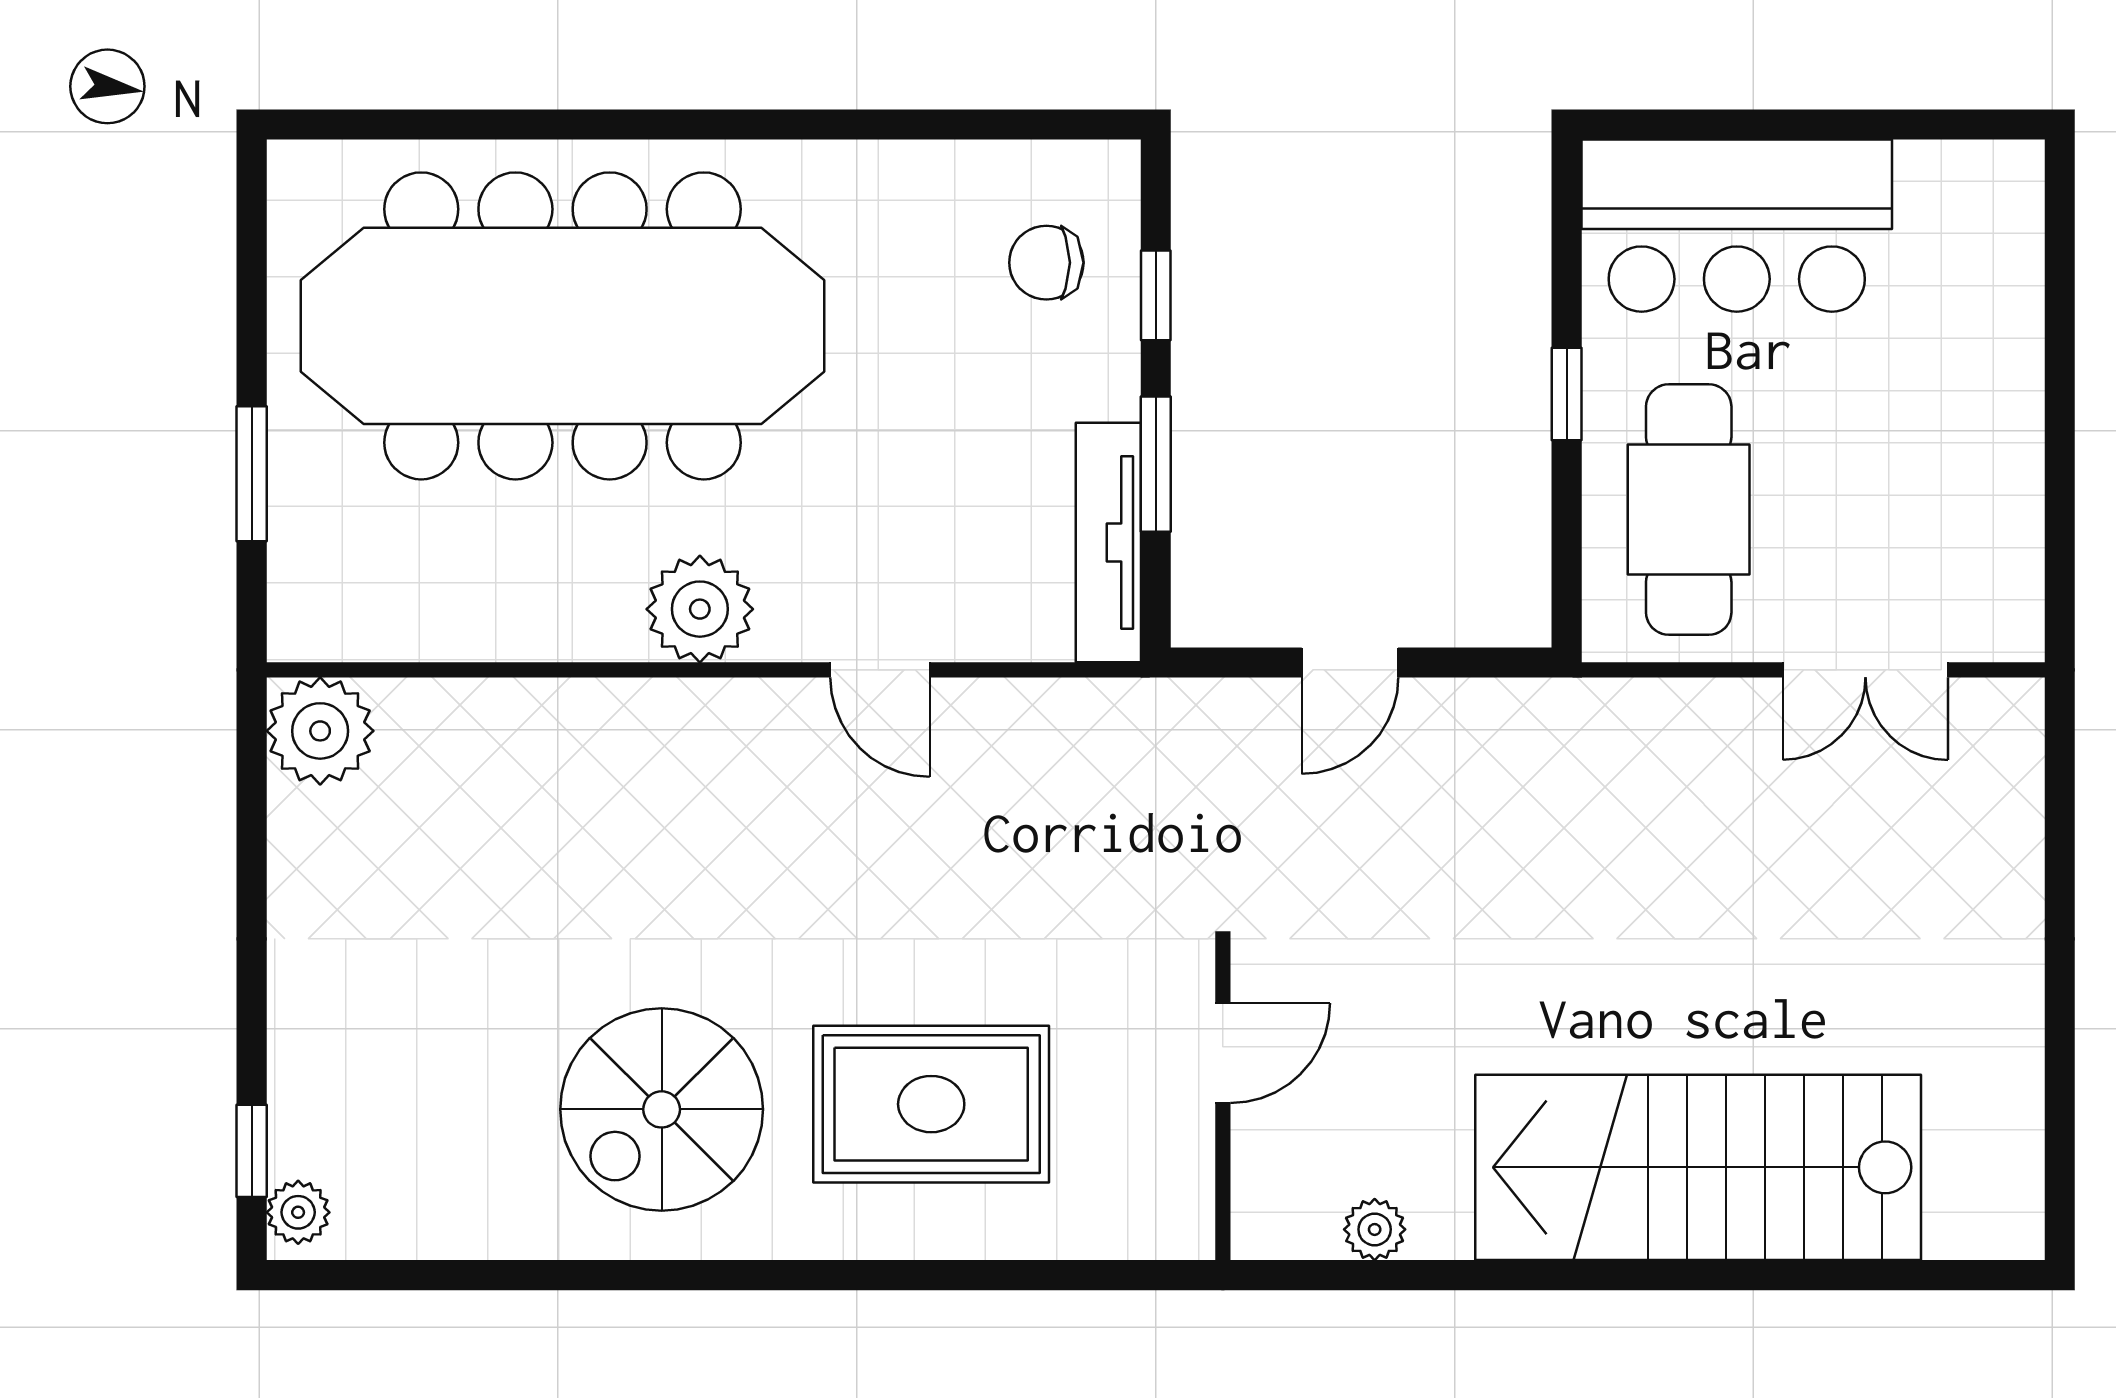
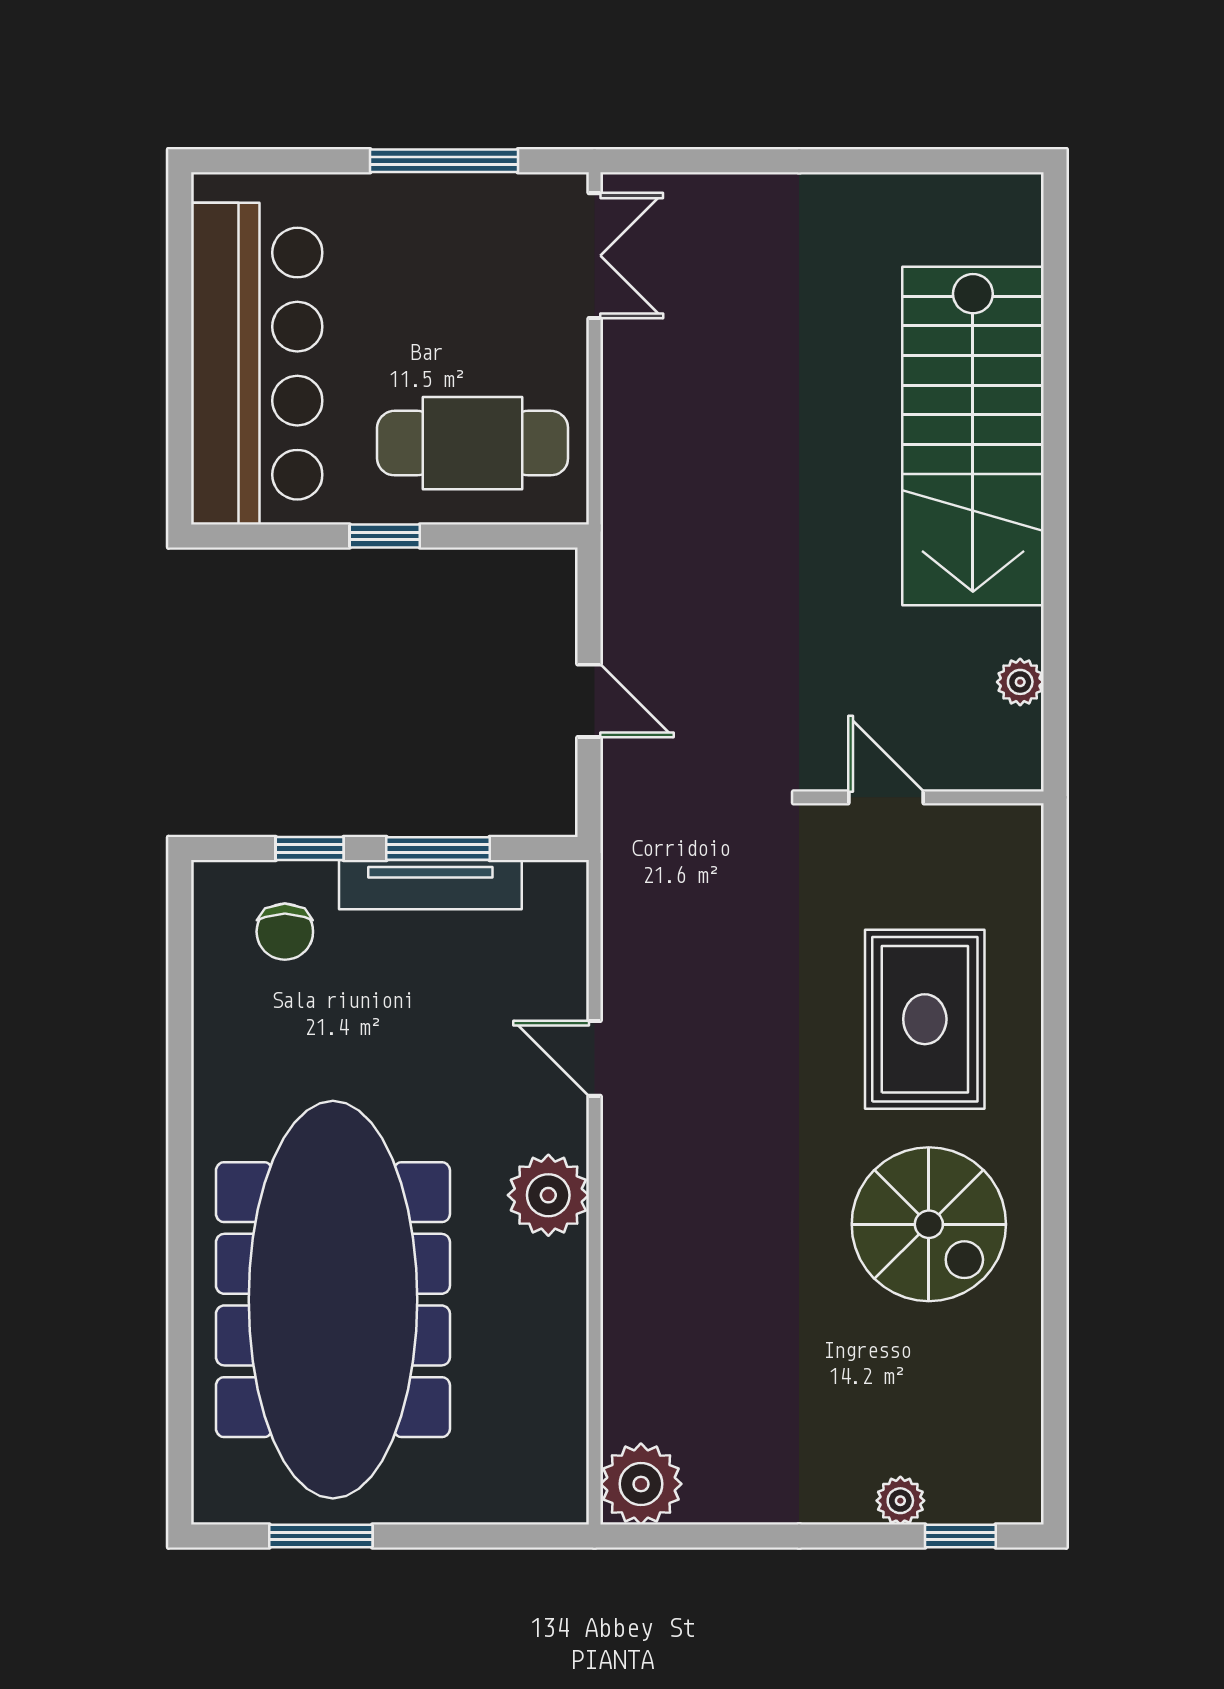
bar counter: (1737, 226) -> (257, 364), width x1.36
window: (2060, 472) -> (444, 161), added
window: (252, 474) -> (321, 1536), moved
tv unit: (1108, 543) -> (430, 885), moved
door: (880, 670) -> (595, 1058), swing flipped
double door: (1865, 670) -> (595, 256), moved
plant: (298, 1212) -> (900, 1501), moved

